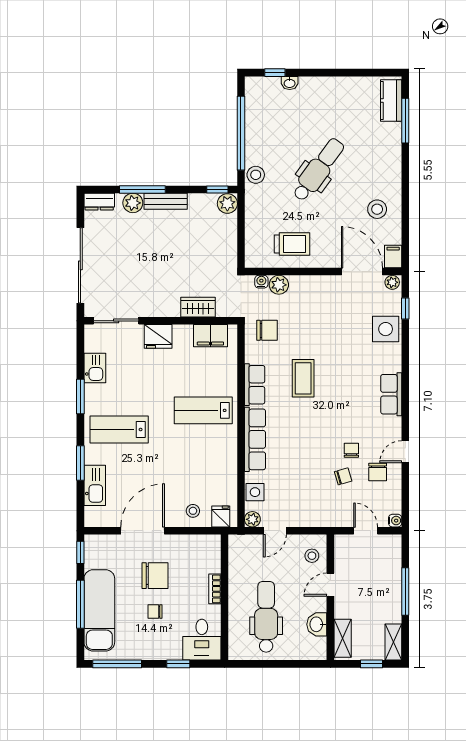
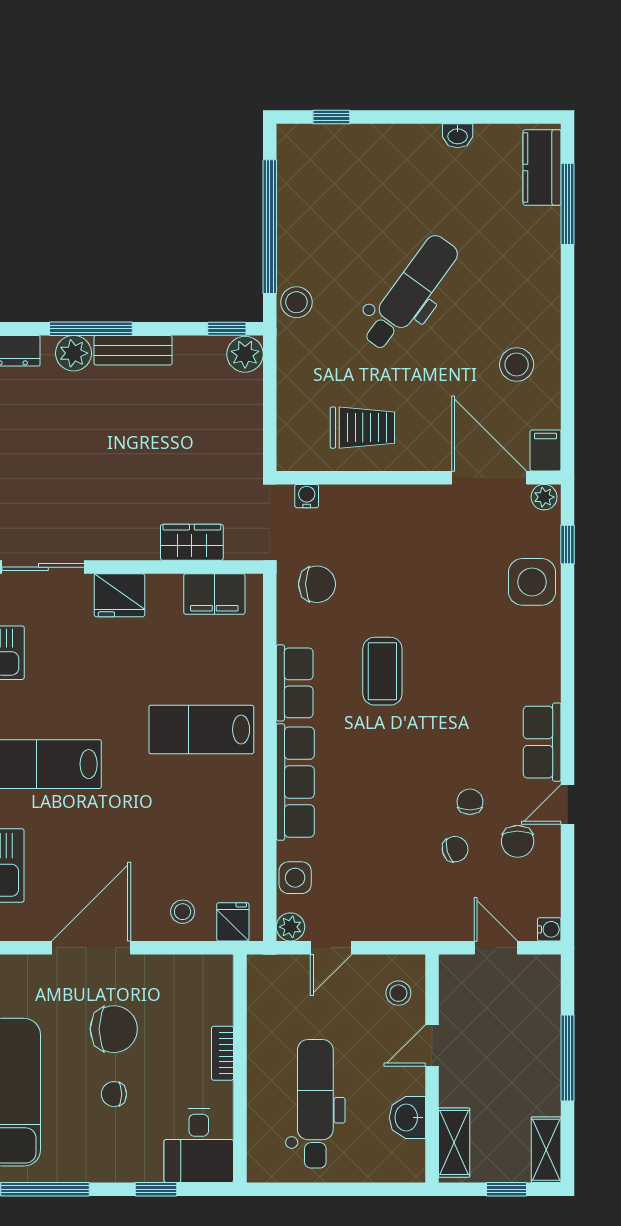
washbasin: (290, 83) -> (458, 136), moved
plant: (279, 285) -> (338, 502), removed
row of seats: (391, 394) -> (542, 742), moved

